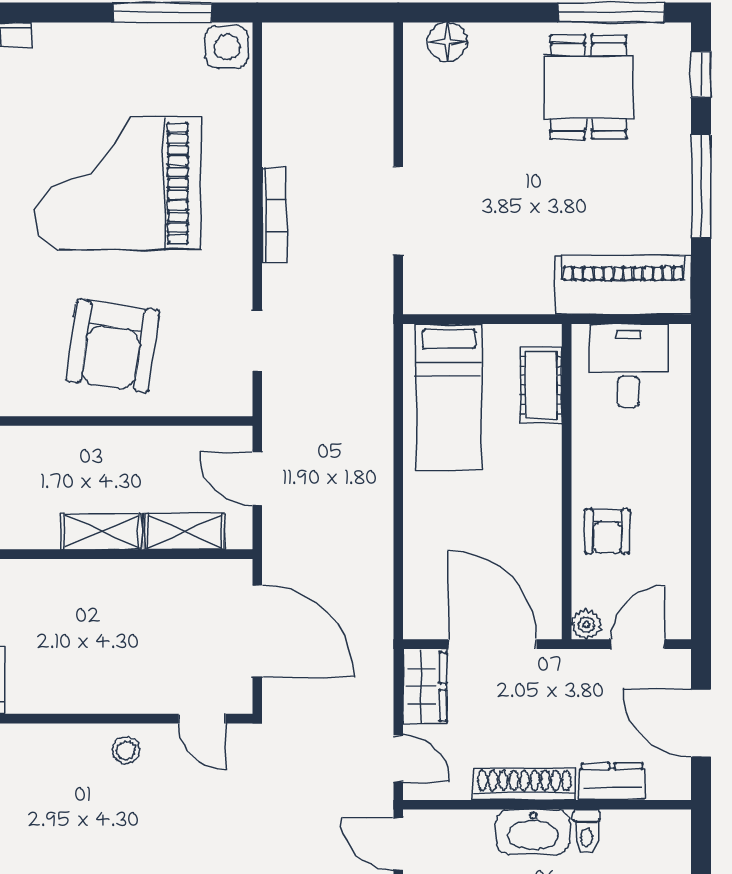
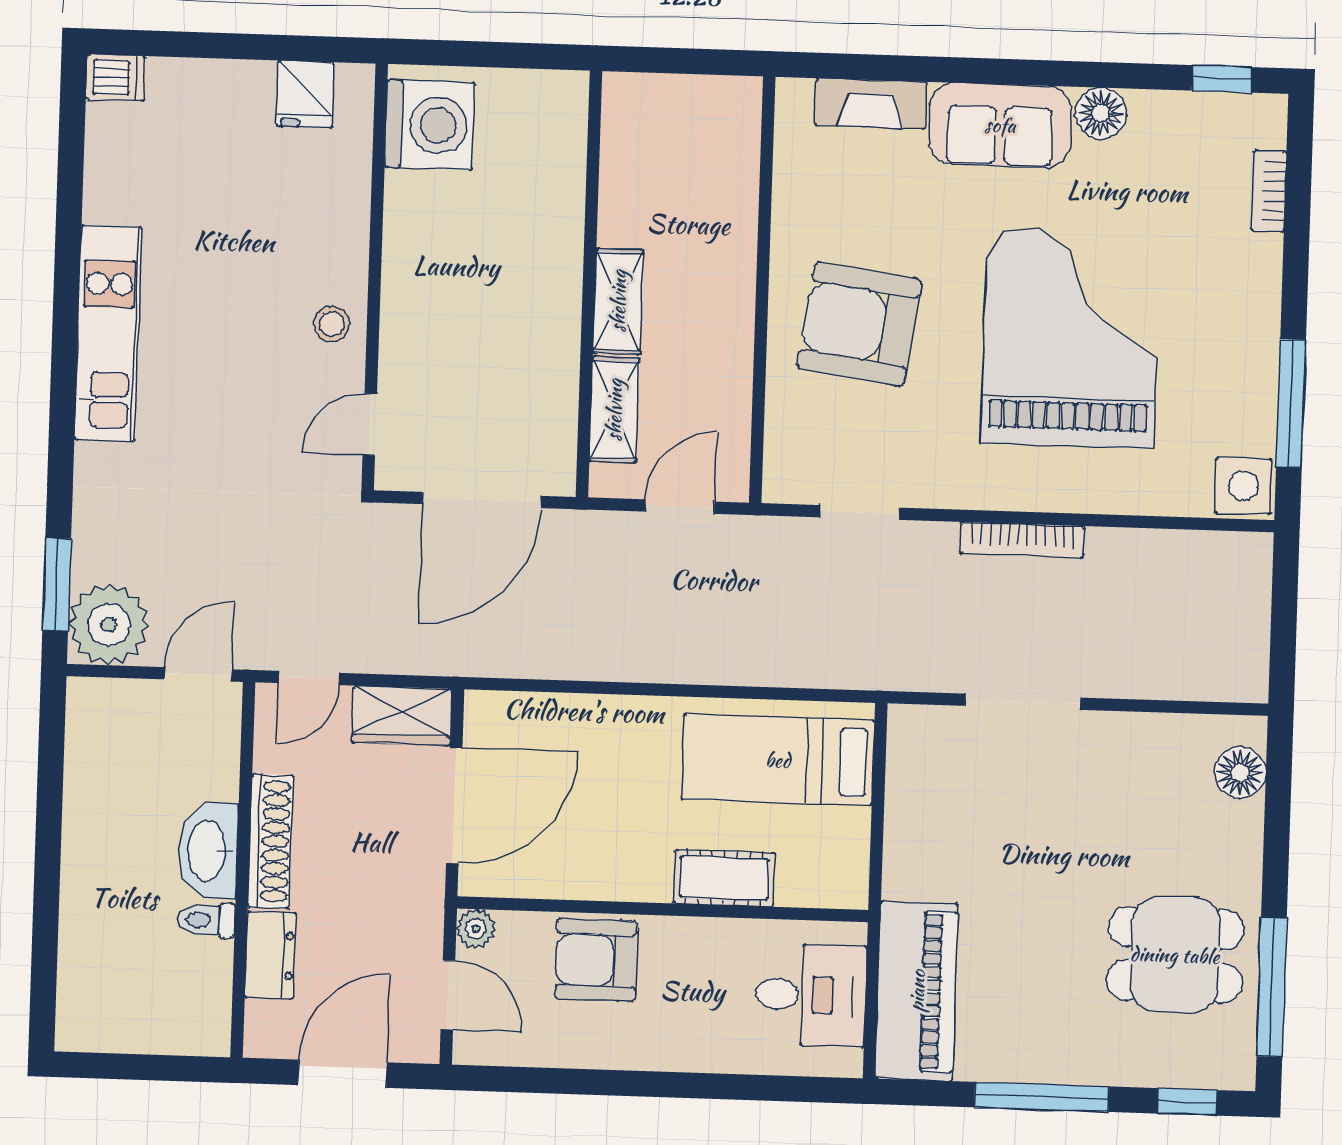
cot: (541, 385) -> (724, 878), moved
armchair: (607, 531) -> (596, 960), width x1.38, depth x1.38

